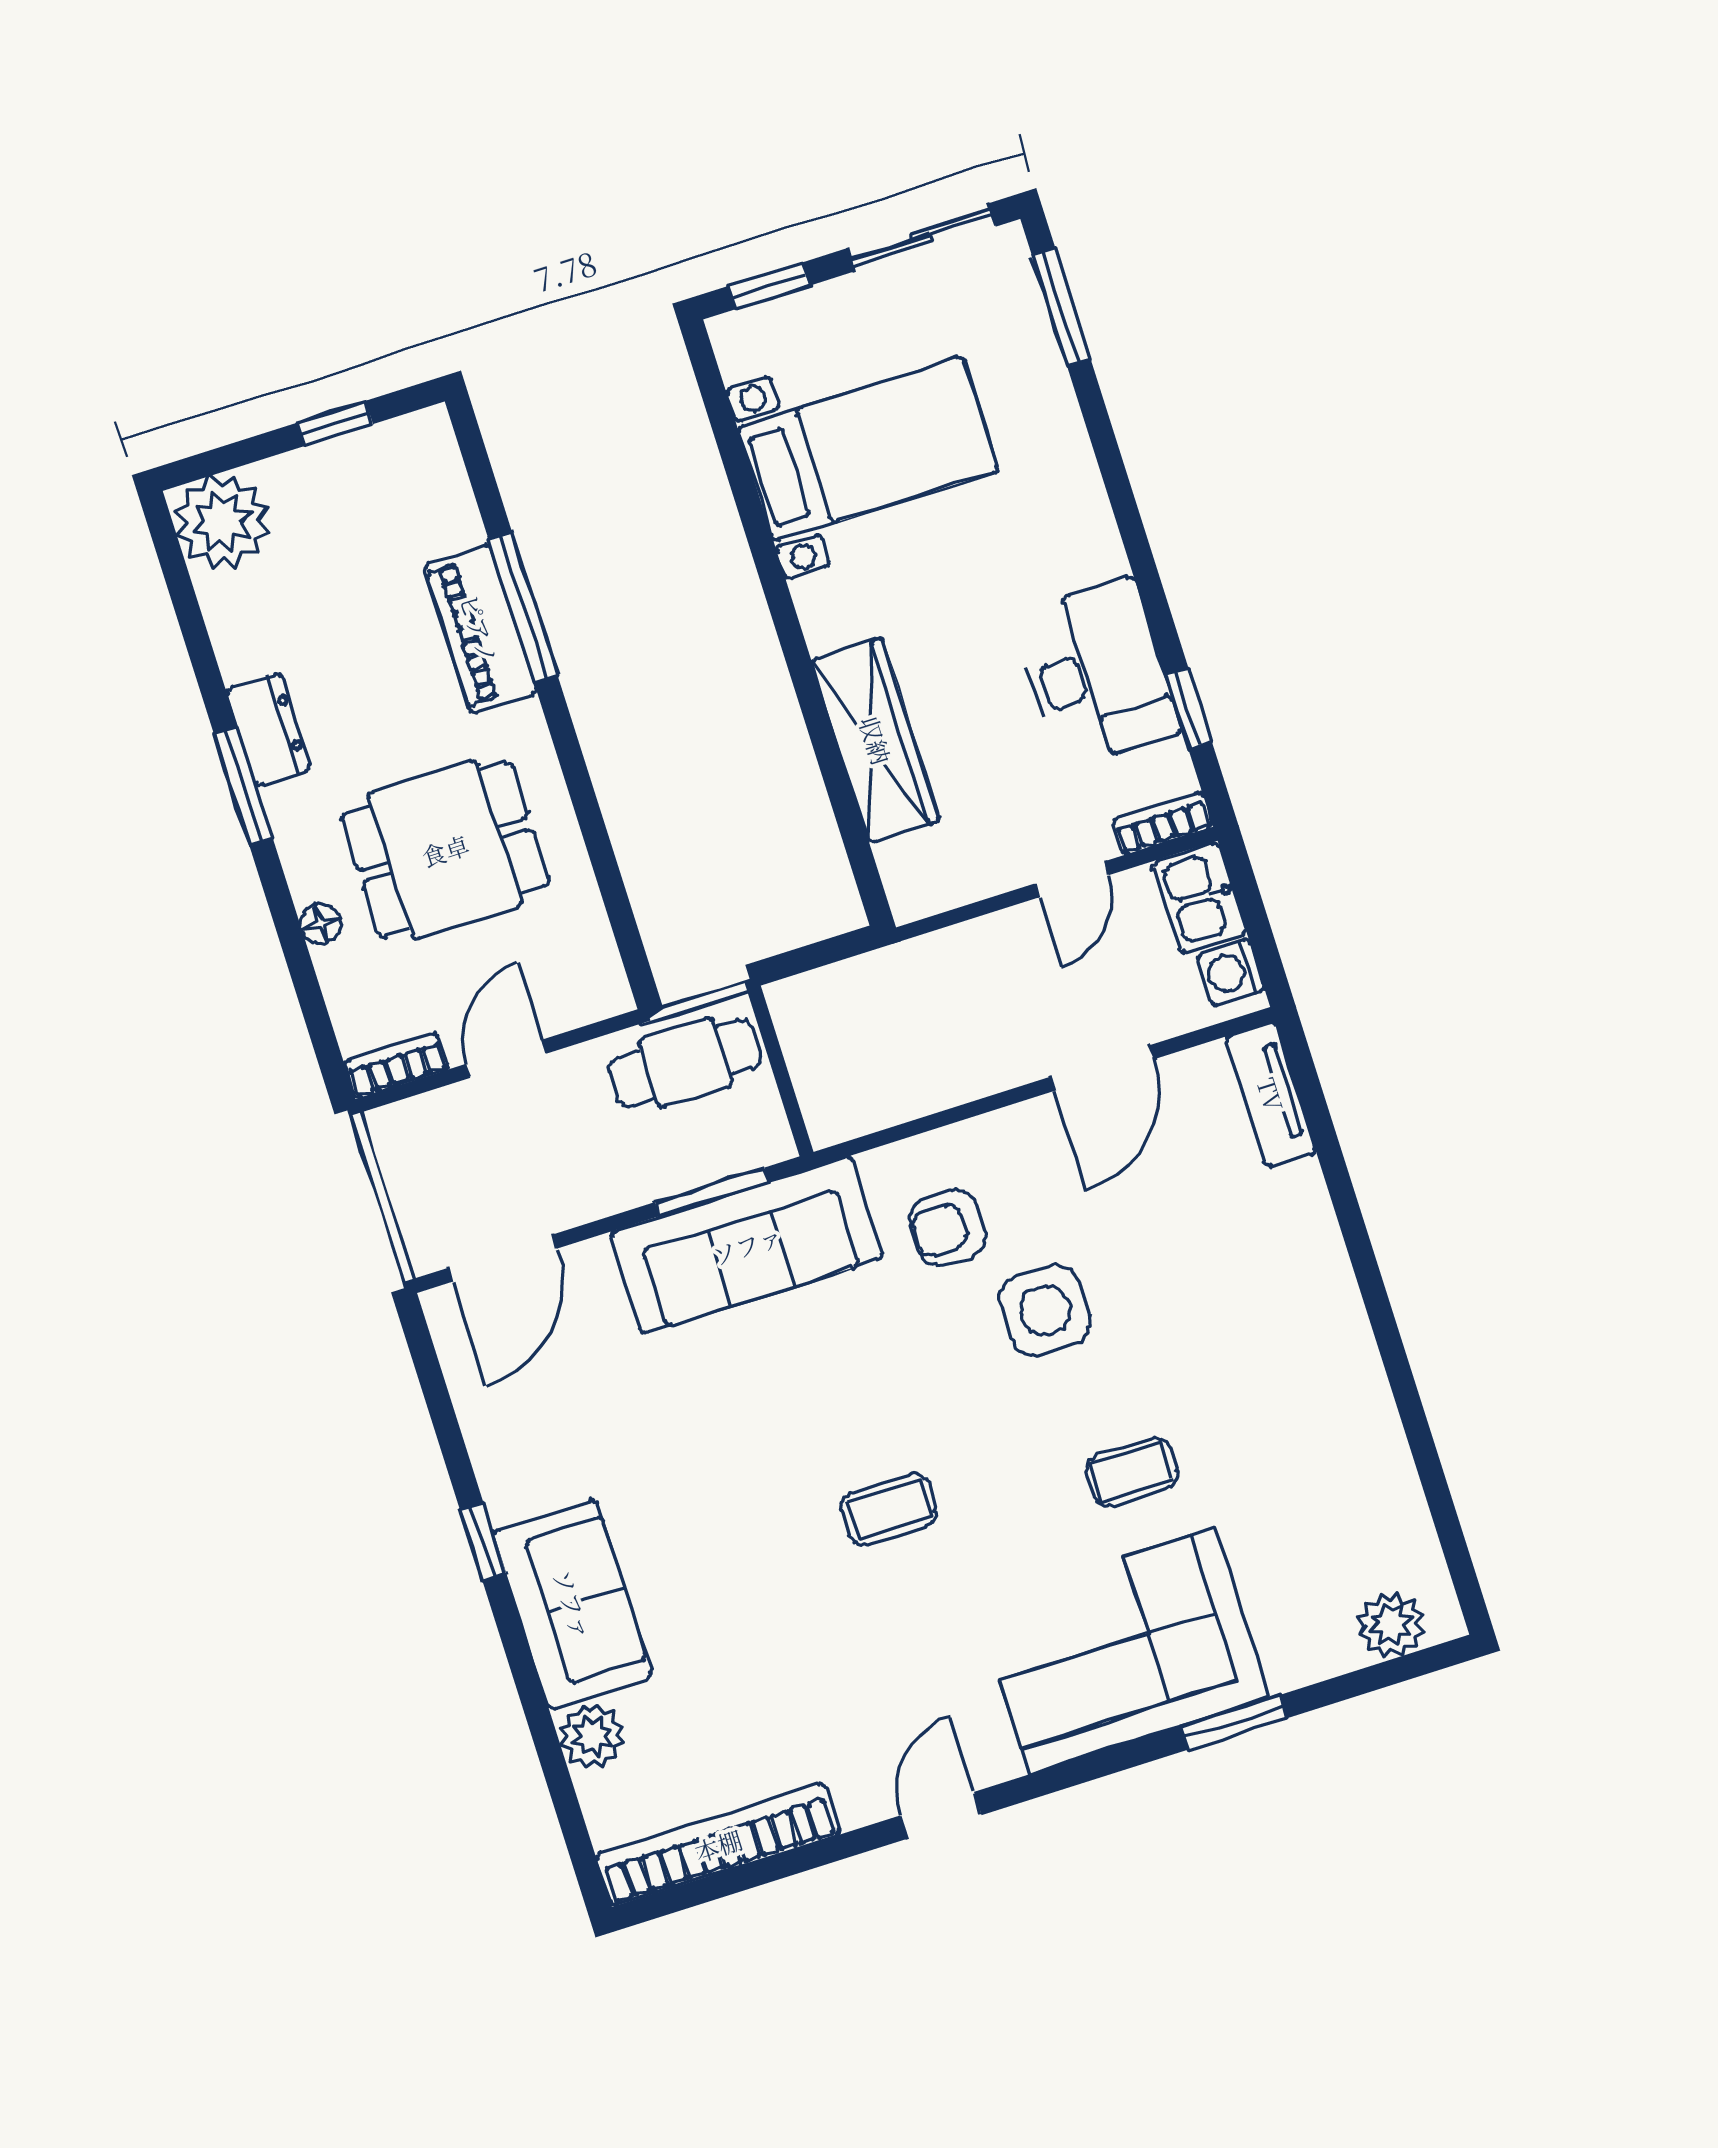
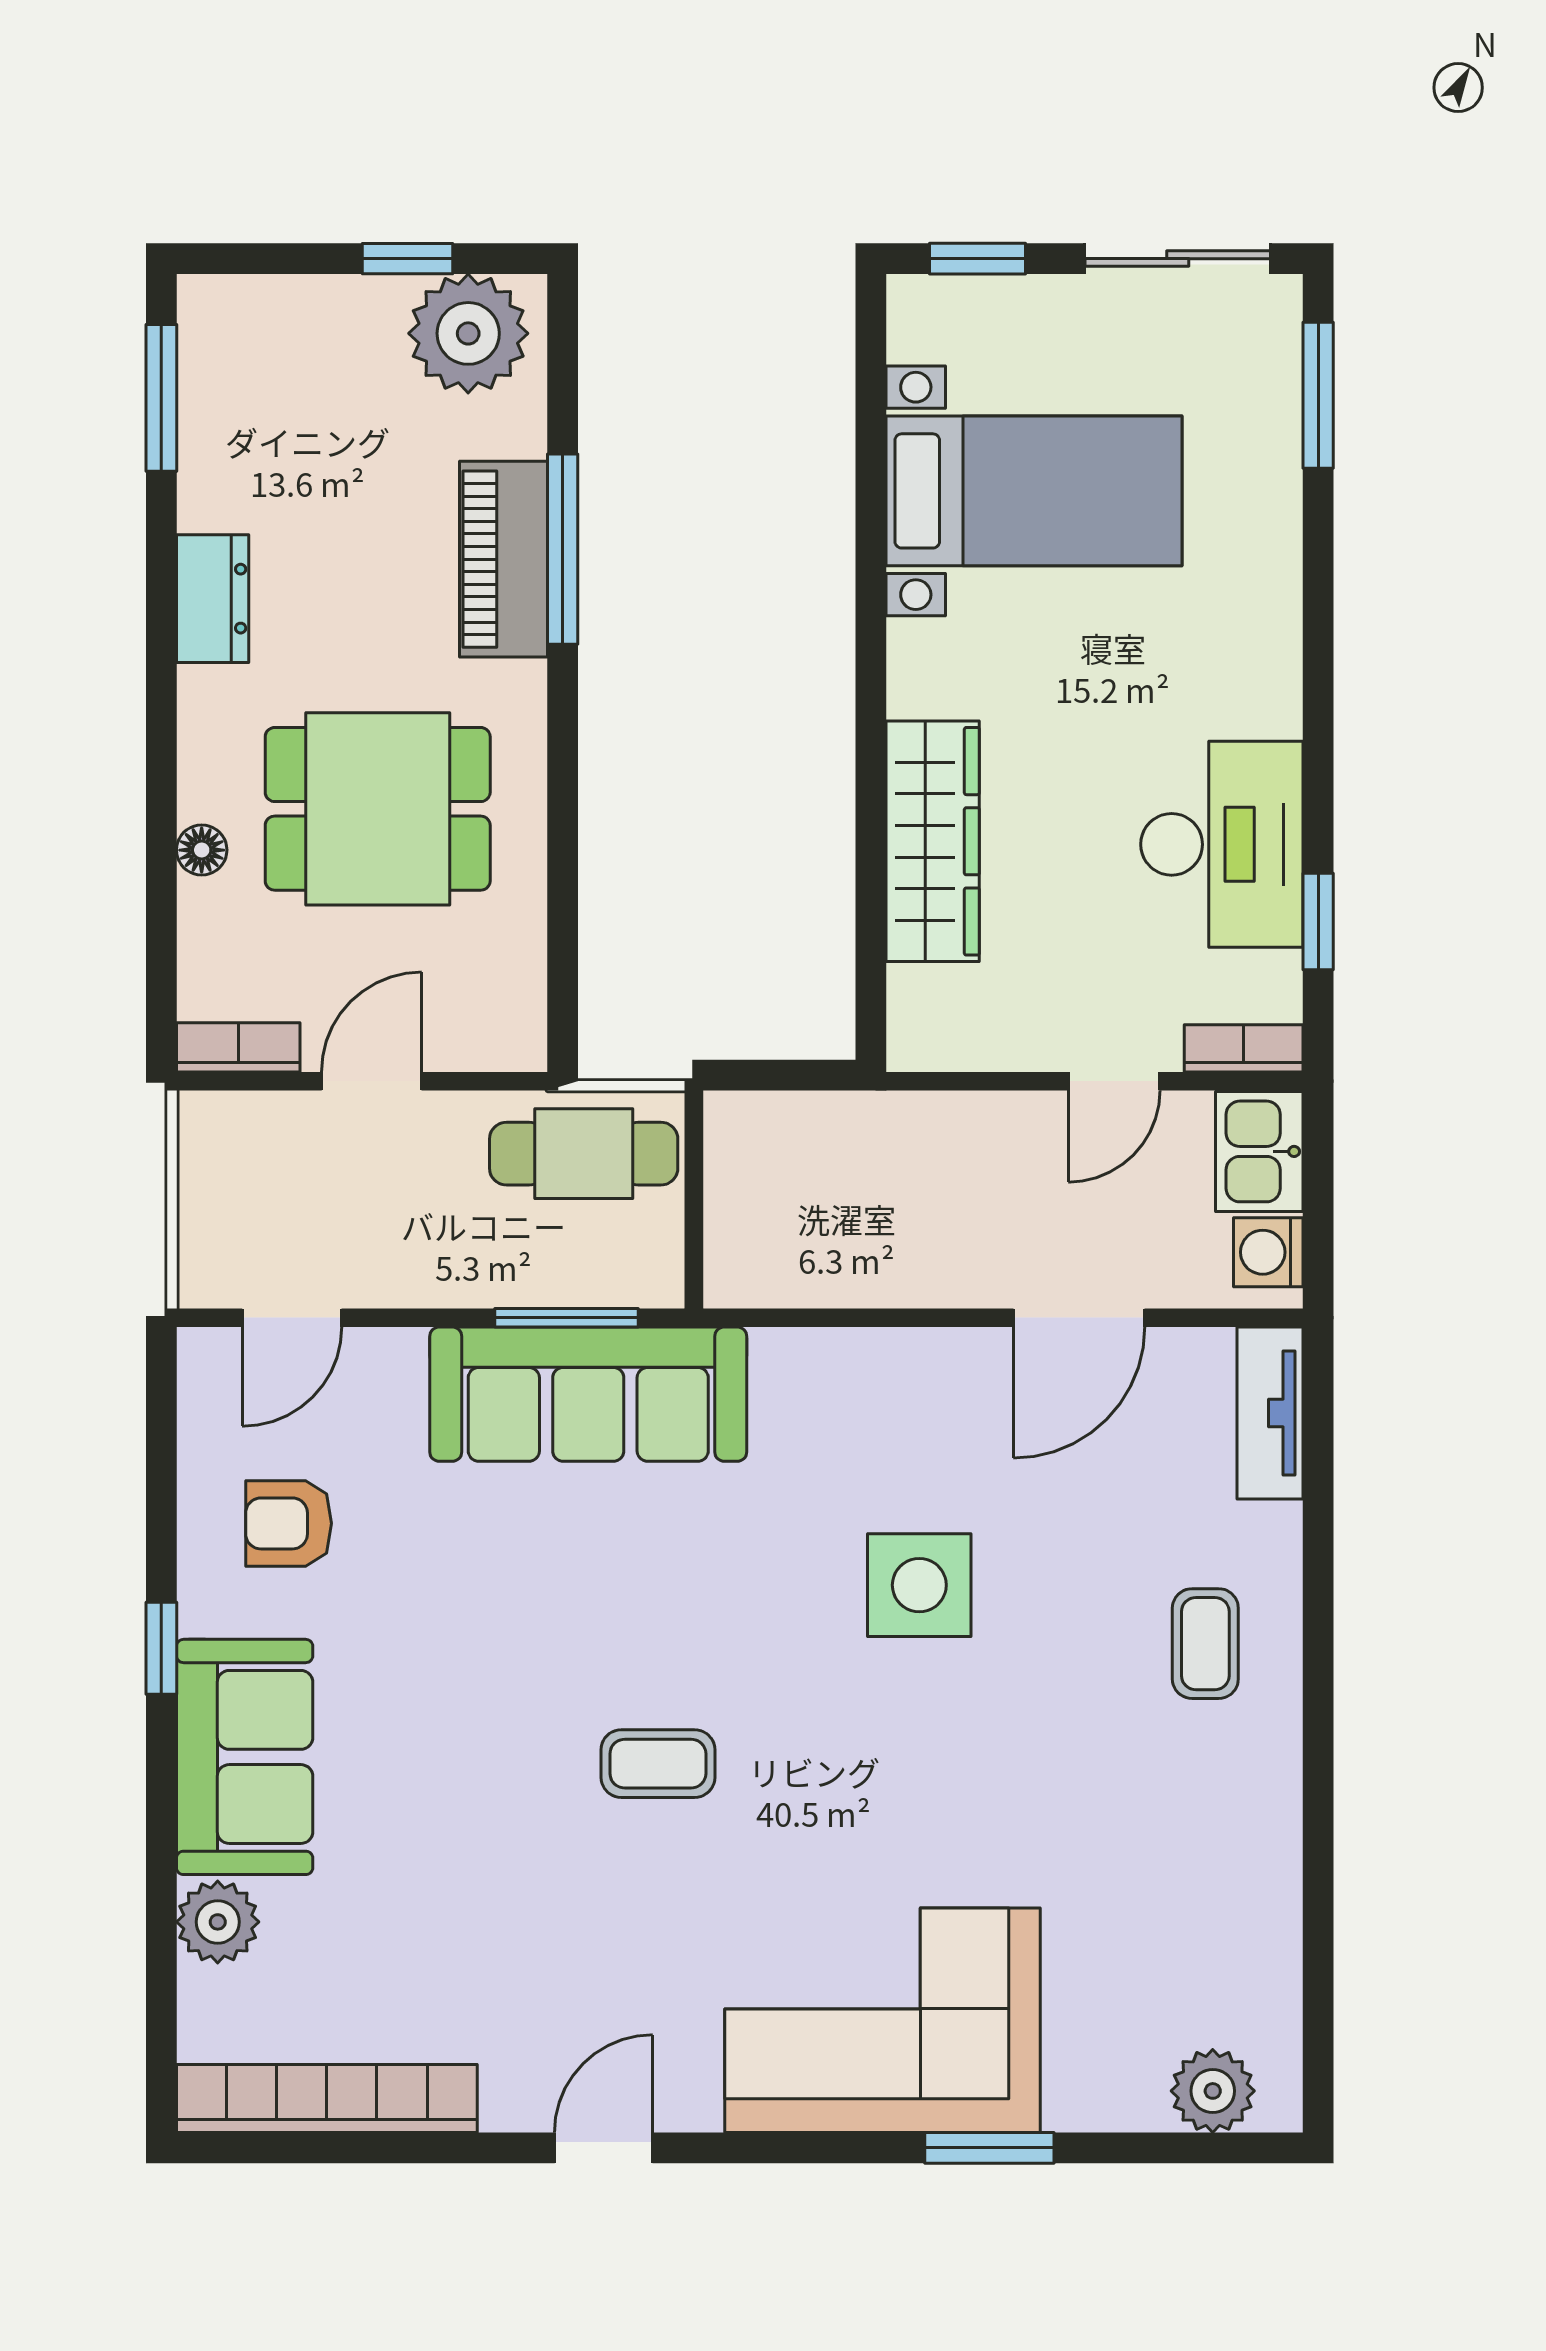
plant: (222, 522) -> (468, 333), moved
window: (243, 787) -> (161, 398), moved
armchair: (948, 1228) -> (289, 1523), moved
door: (503, 1258) -> (292, 1318), width x0.73
coffee table: (1132, 1472) -> (1205, 1644), moved, turned 90

